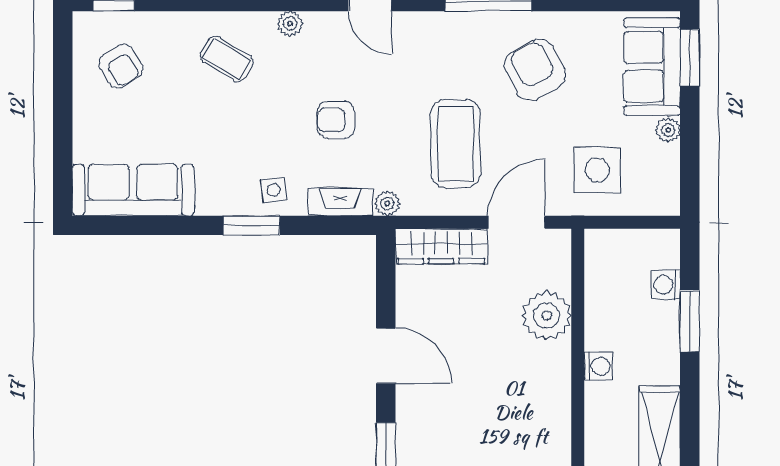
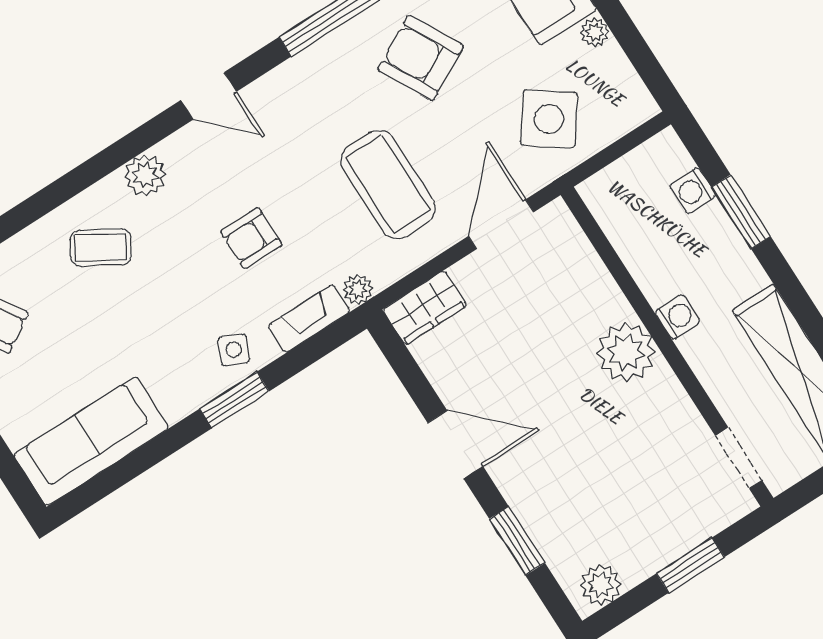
plant: (290, 24) -> (145, 175), width x1.38, depth x1.38
side table: (597, 170) -> (549, 119), turned 36
side table: (274, 190) -> (234, 350), turned 30
wardrobe: (441, 246) -> (425, 308), width x0.67
plant: (547, 315) -> (626, 352), moved

